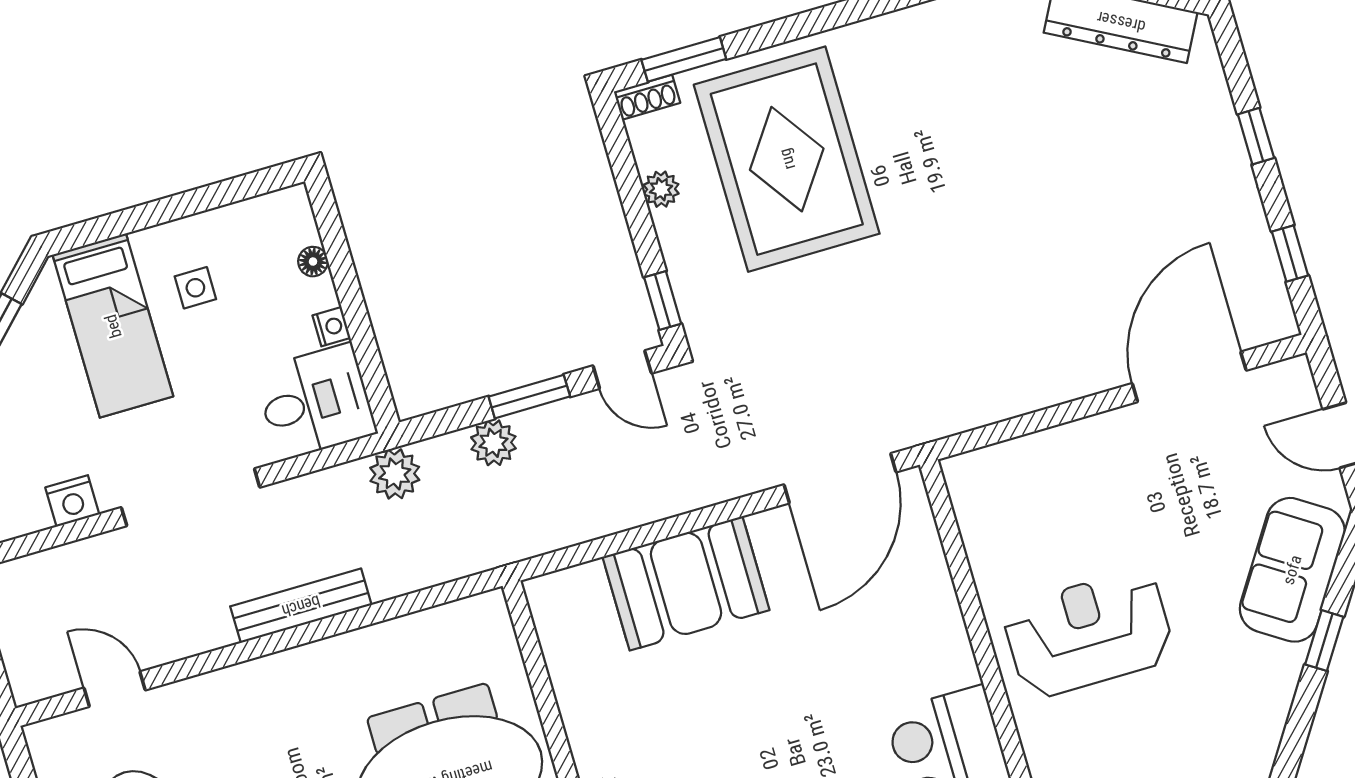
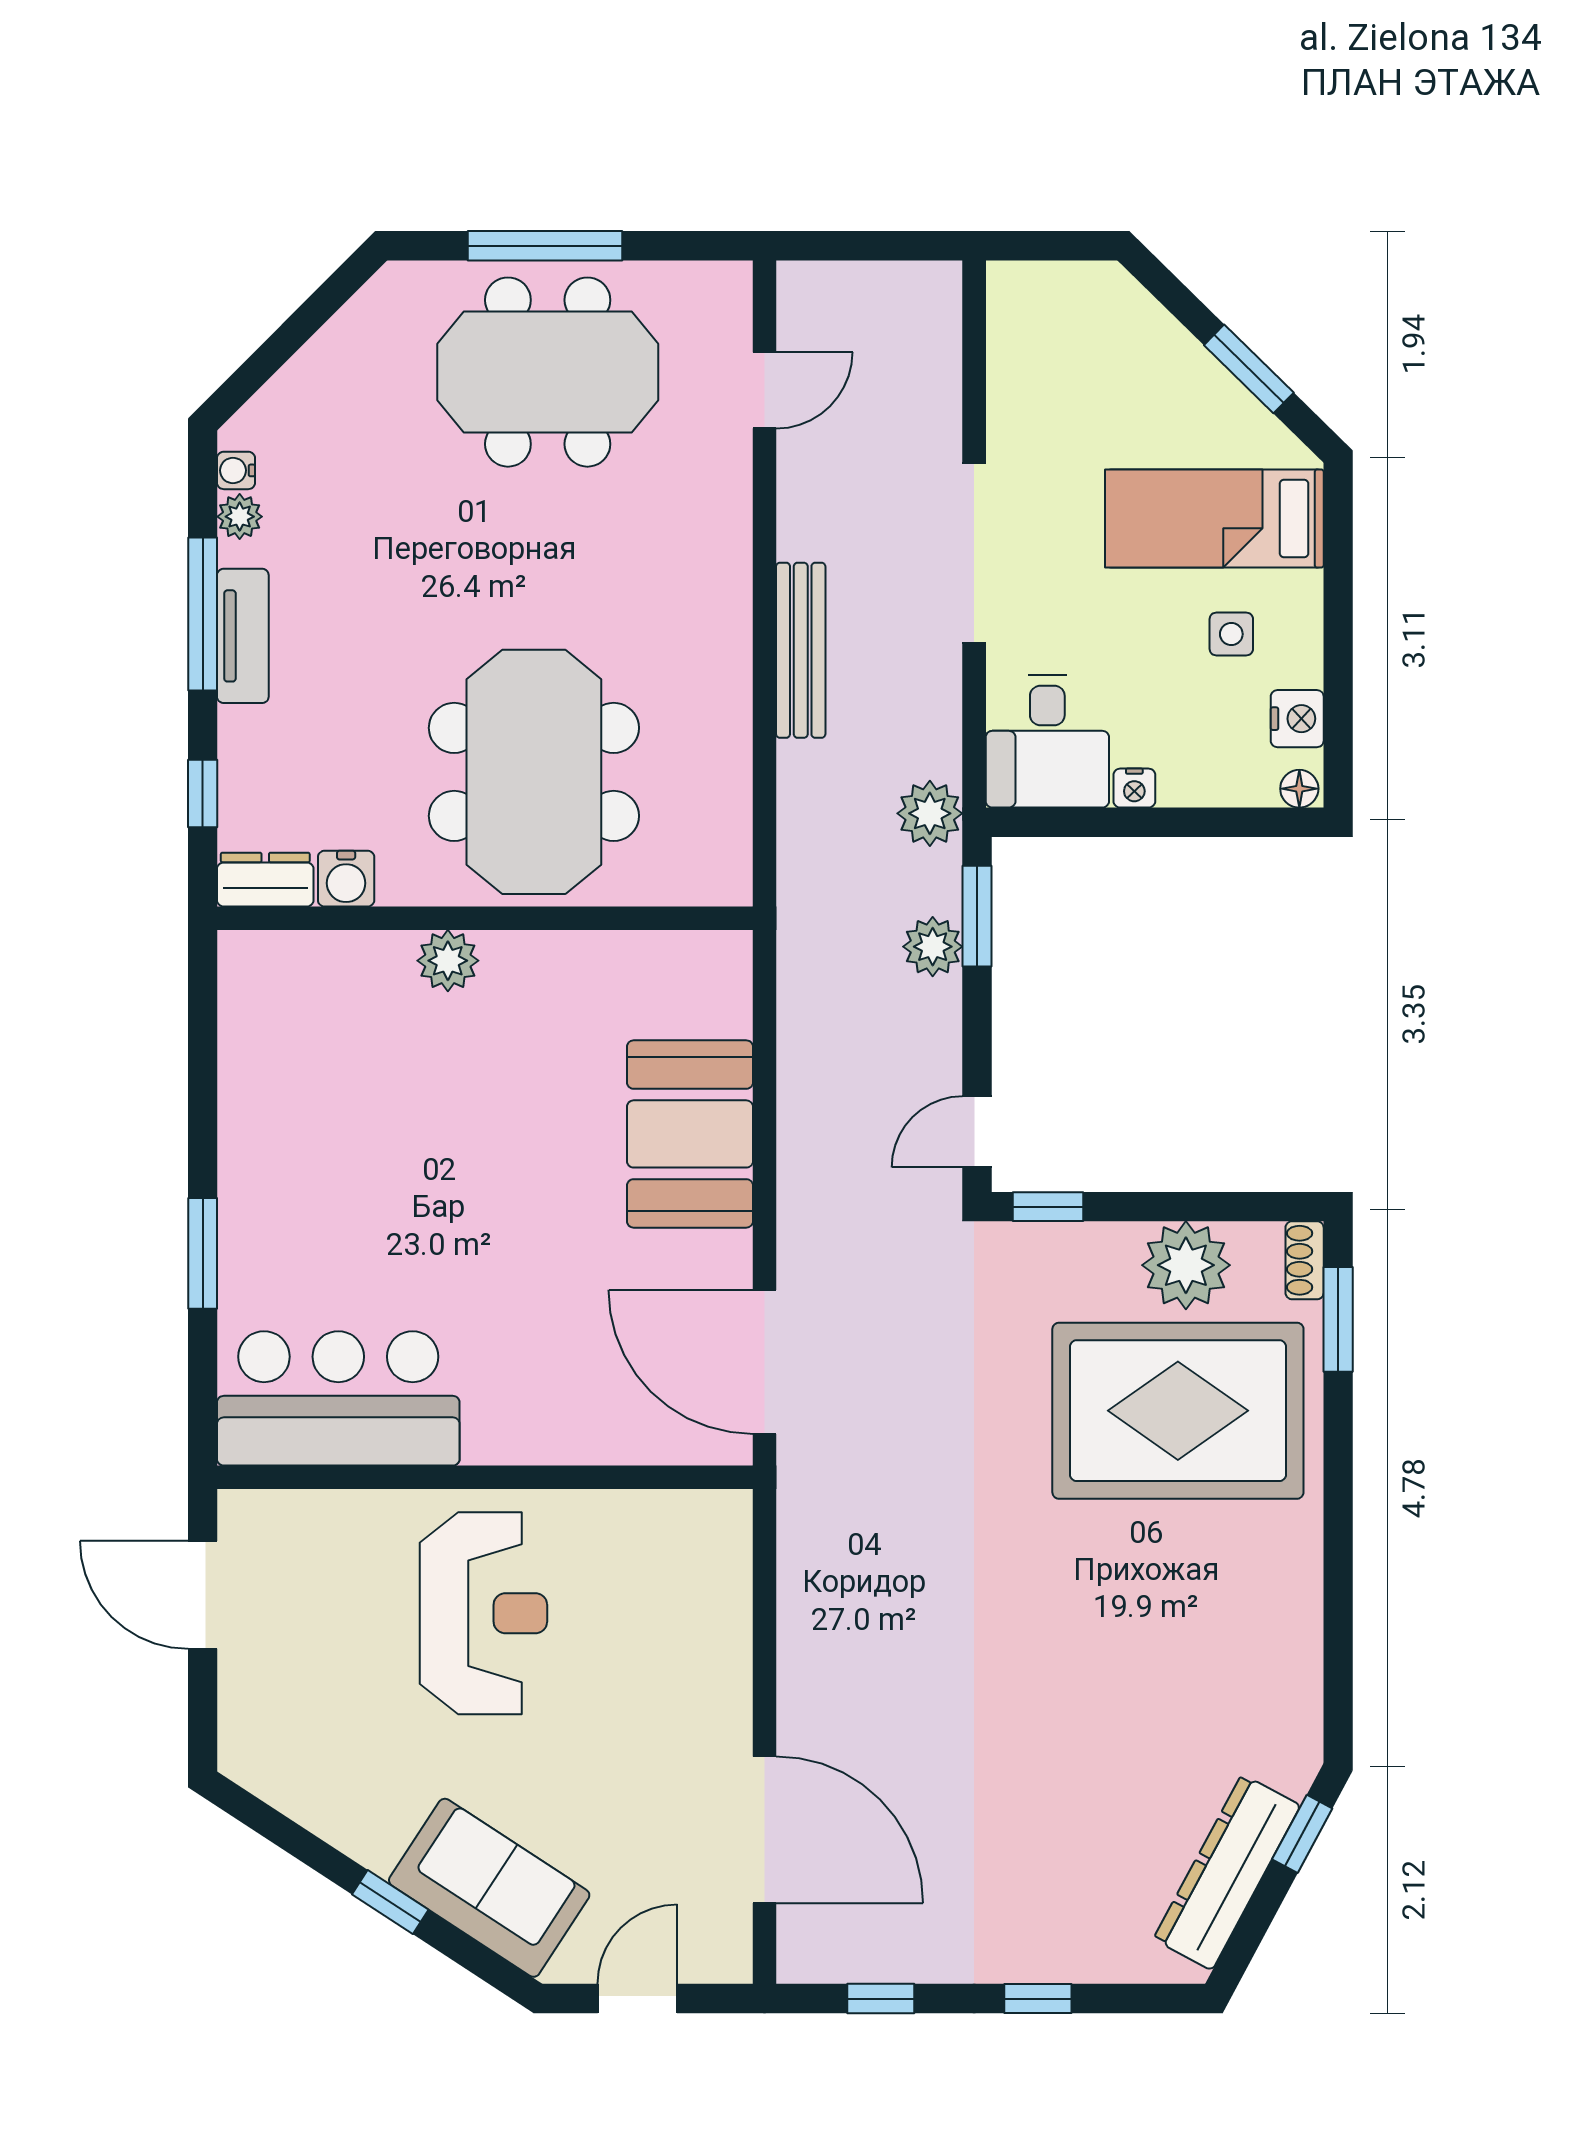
plant: (661, 189) -> (1186, 1265), width x1.88, depth x1.88
floor lamp: (313, 262) -> (1299, 789), moved
window: (529, 397) -> (977, 916), moved
nightstand: (72, 501) -> (1297, 719), moved, turned 180

